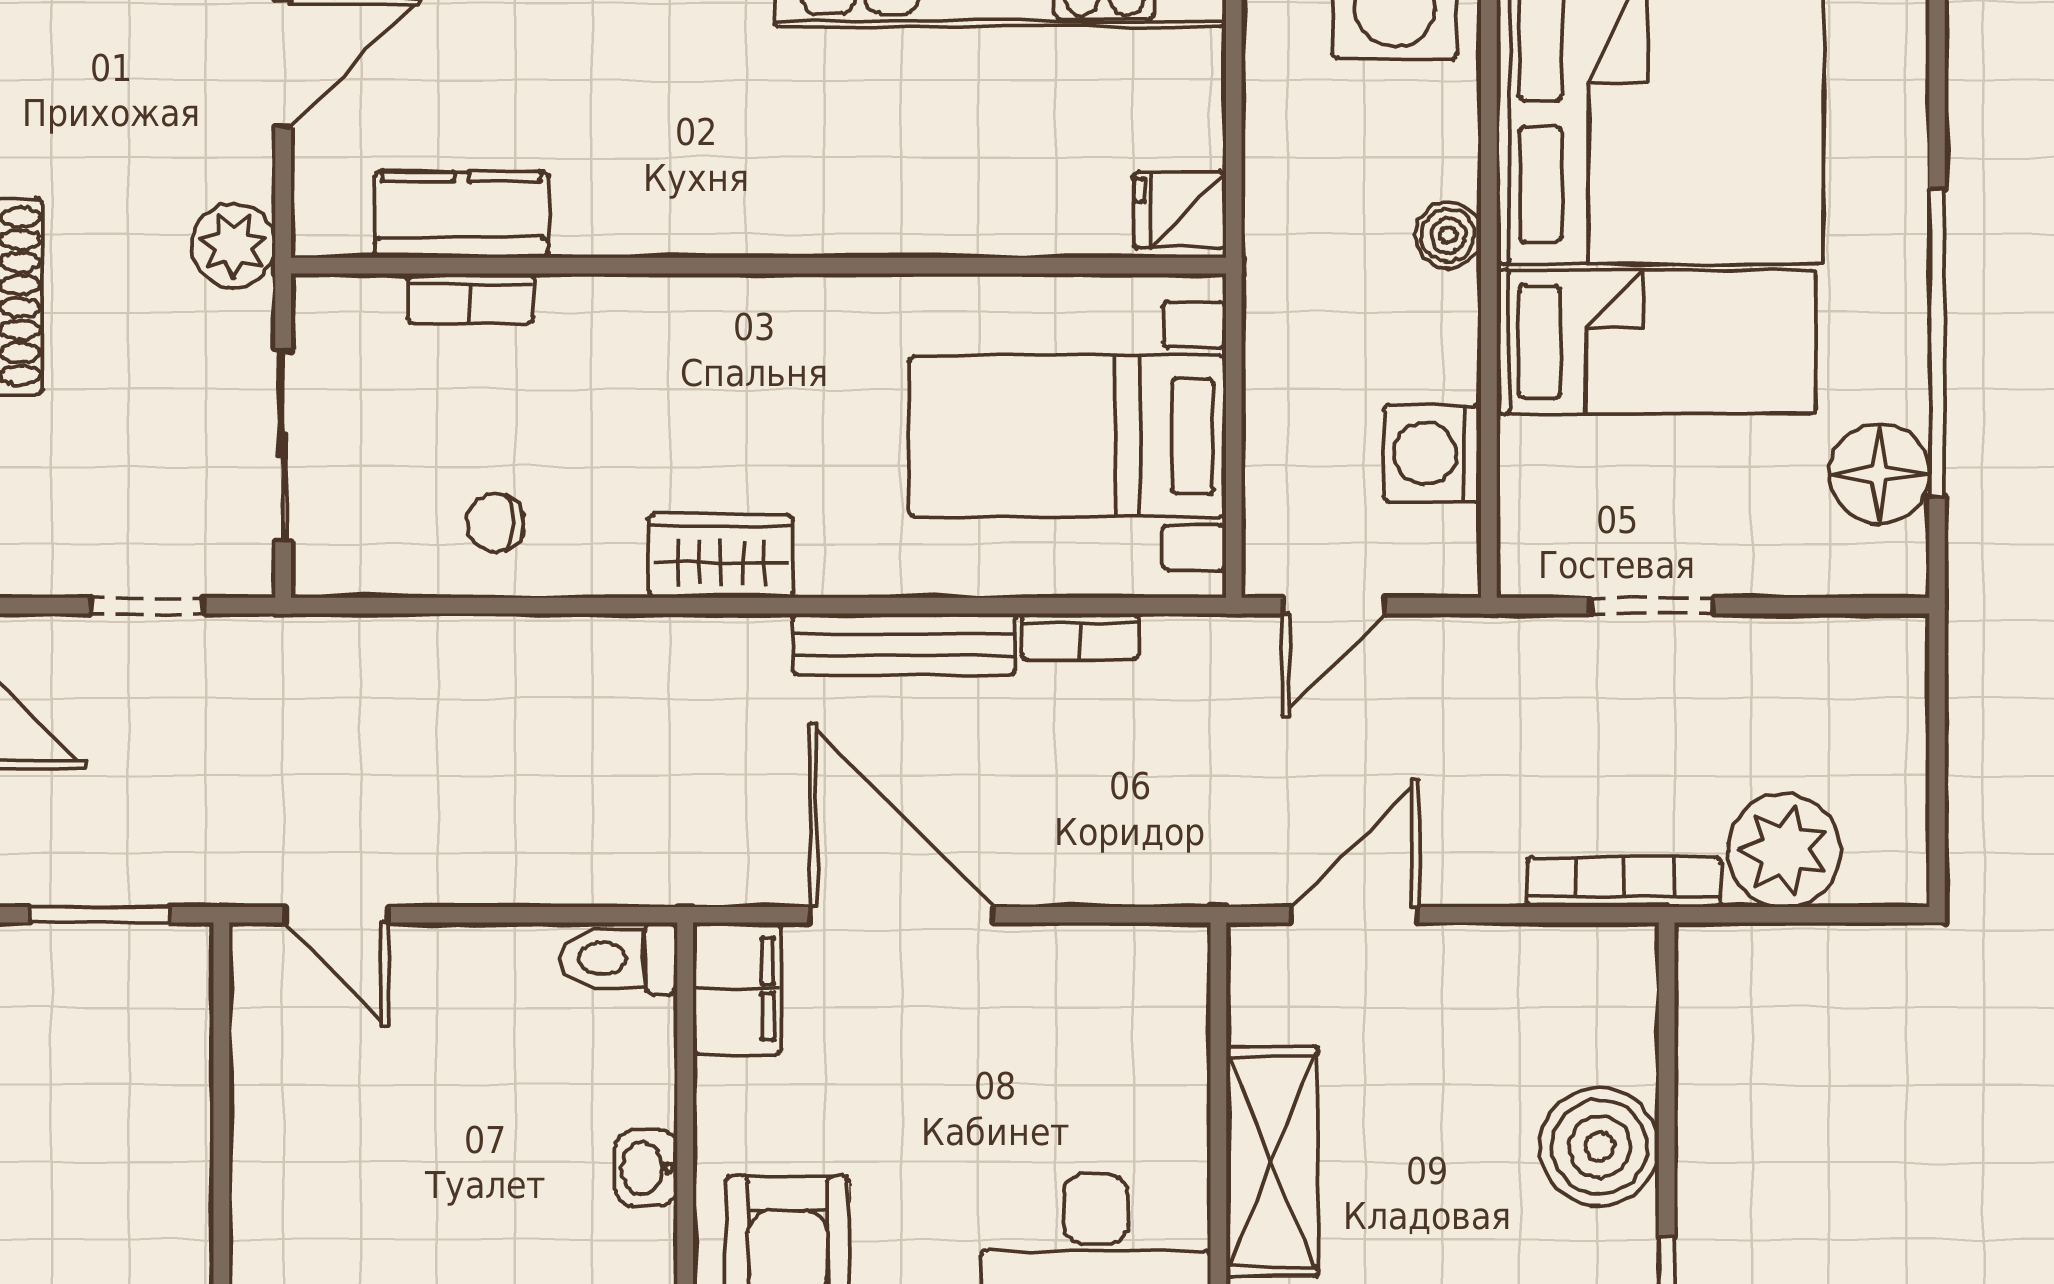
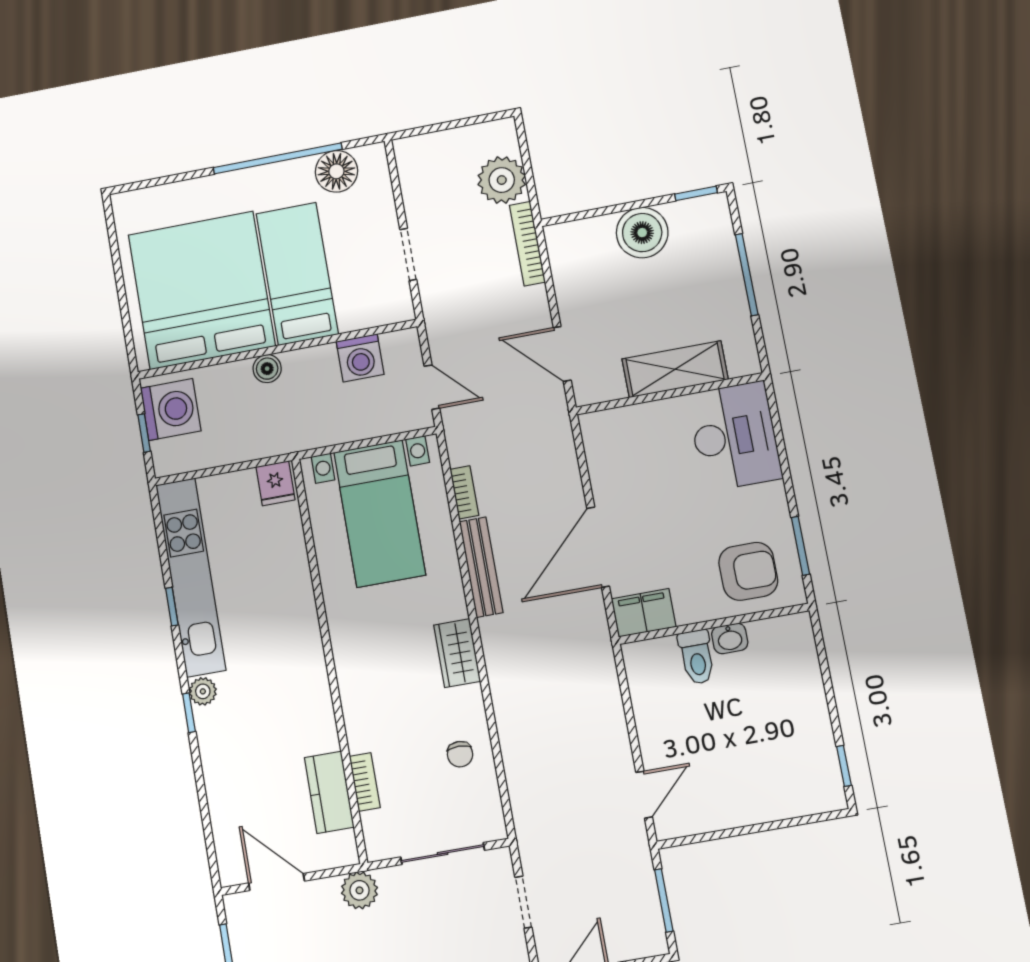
toilet: (618, 958) -> (697, 657), moved

